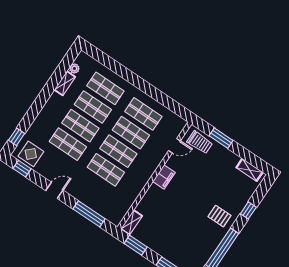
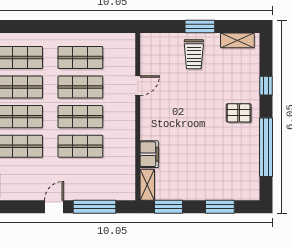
window: (221, 138) -> (200, 27), moved
trolley: (200, 142) -> (194, 54), moved, turned 90
door: (175, 146) -> (138, 86), moved
filing cabinet: (164, 177) -> (149, 154), moved
door: (54, 190) -> (54, 207), moved

